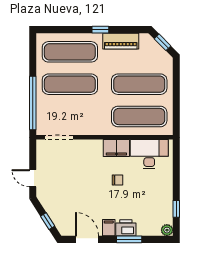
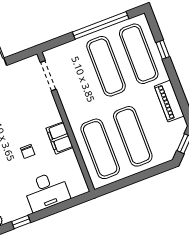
window: (100, 30) -> (163, 50), moved
window: (33, 103) -> (101, 25), moved
desk: (149, 154) -> (46, 191), moved, turned 90

